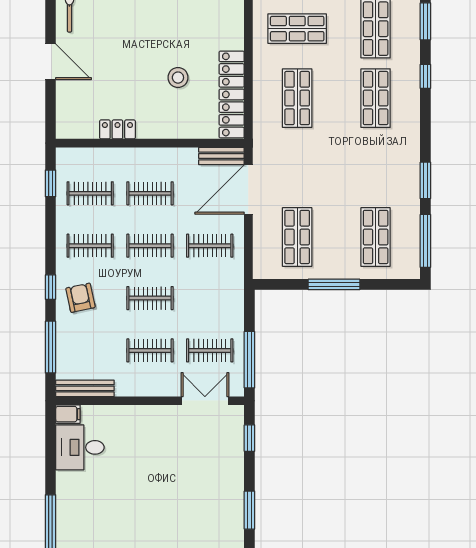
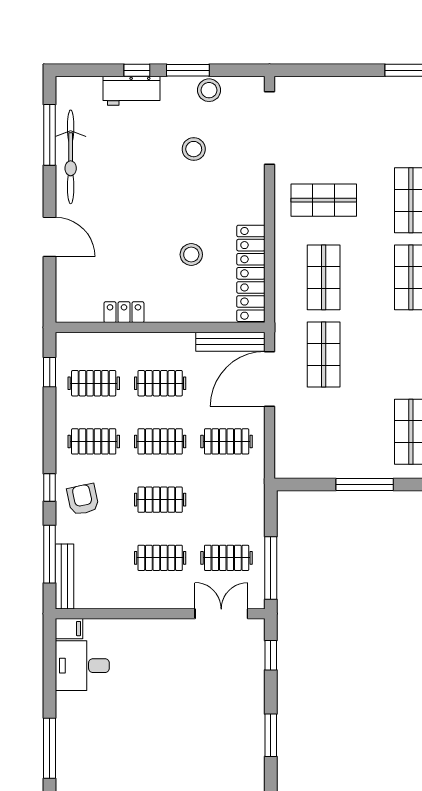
bench: (221, 156) -> (230, 342), width x1.36
shop shelf: (297, 237) -> (324, 355), moved
bench: (85, 388) -> (64, 577), moved, turned 90

